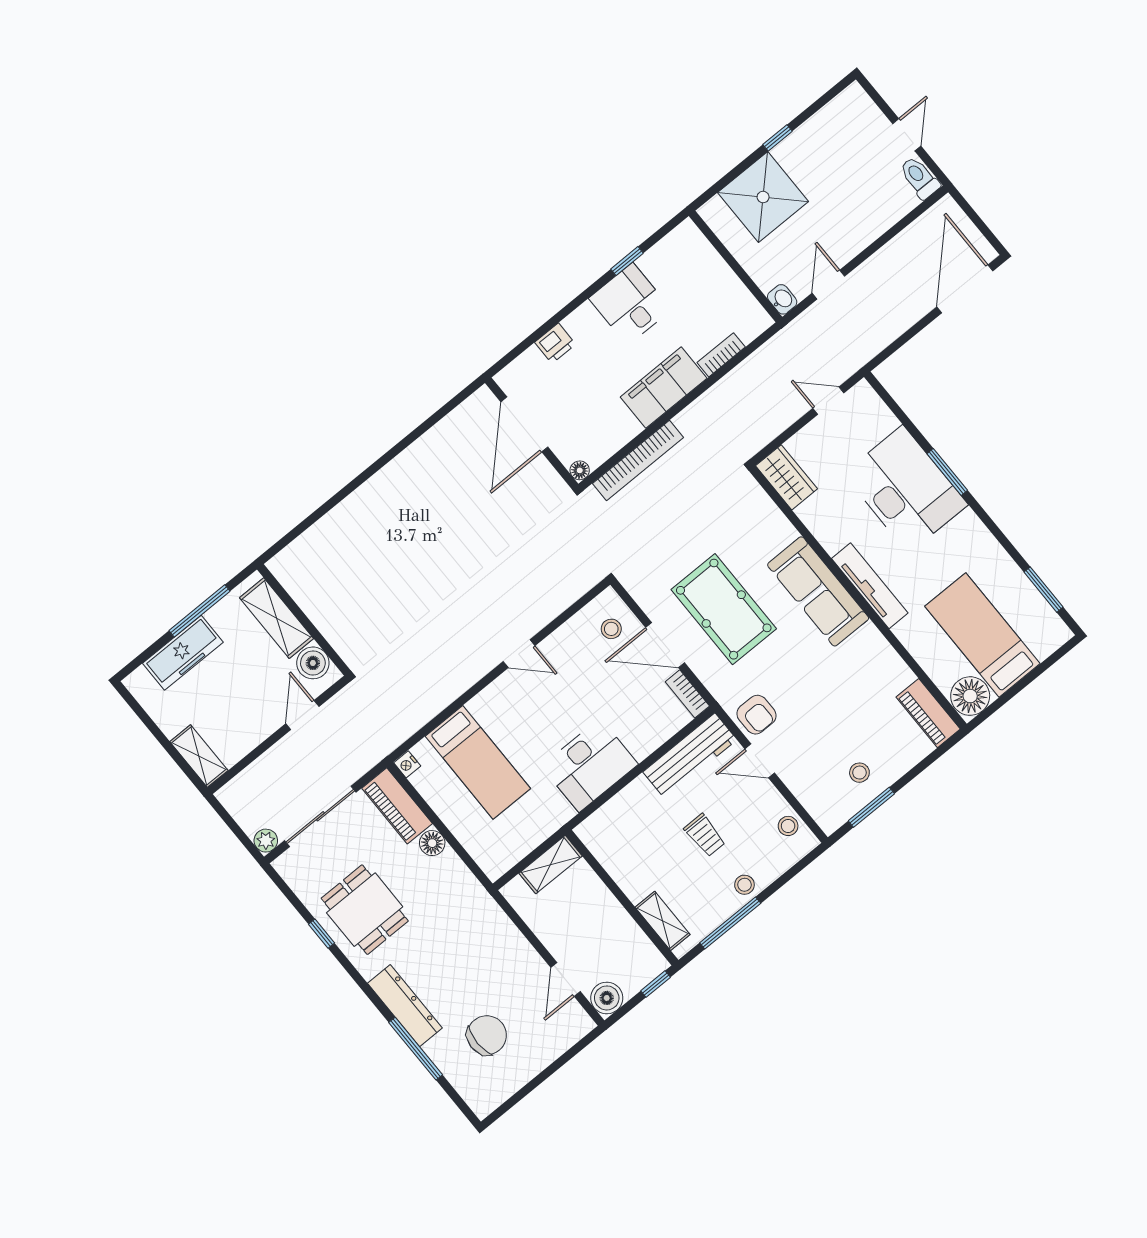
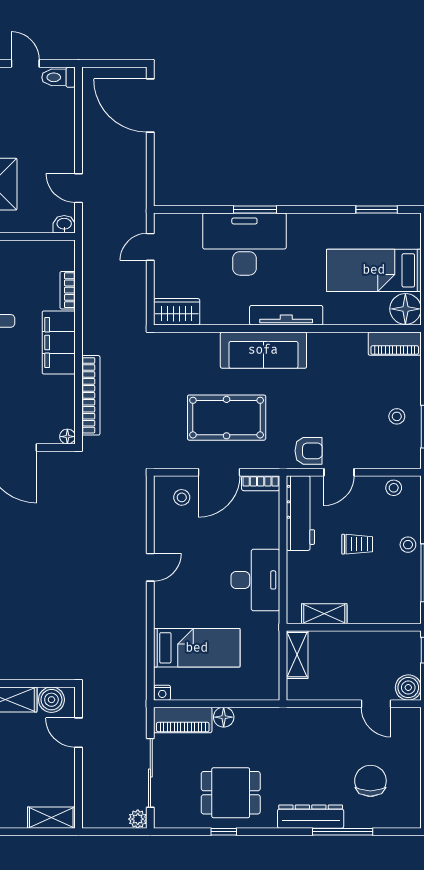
shelving: (663, 921) -> (324, 614), moved

